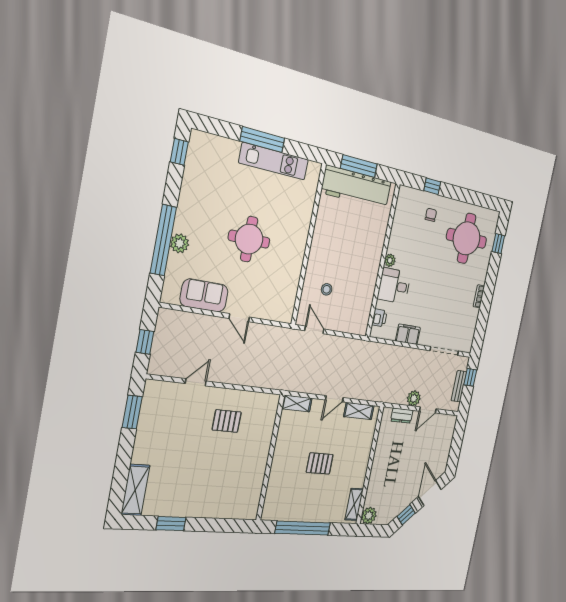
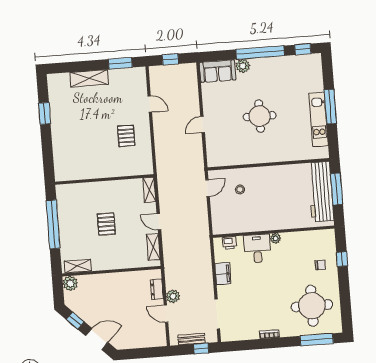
window: (163, 240) -> (260, 53), moved
window: (498, 244) -> (317, 340), width x2.17
sofa: (204, 295) -> (218, 71), moved, turned 90
shelving: (135, 490) -> (89, 78), moved

